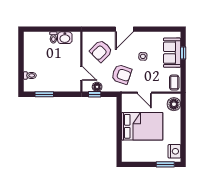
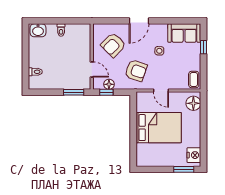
washbasin: (65, 38) -> (38, 30), moved
sofa: (172, 53) -> (184, 33), moved, turned -90
window: (44, 94) -> (74, 92), moved

